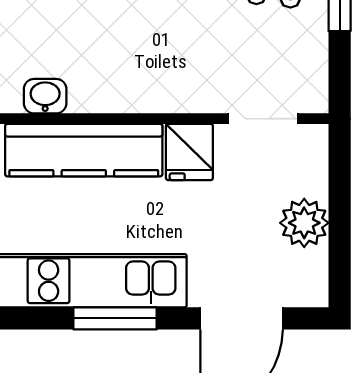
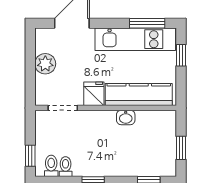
washbasin: (45, 96) -> (126, 117), moved
window: (115, 318) -> (147, 23), moved

